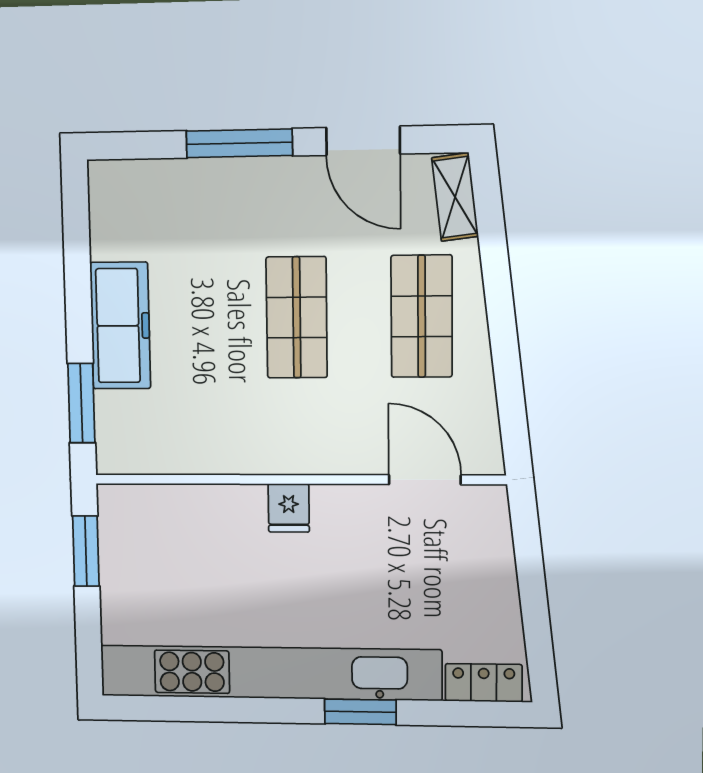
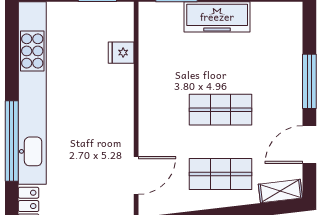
fridge: (289, 508) -> (121, 53), moved
window: (360, 712) -> (12, 141), width x2.11

